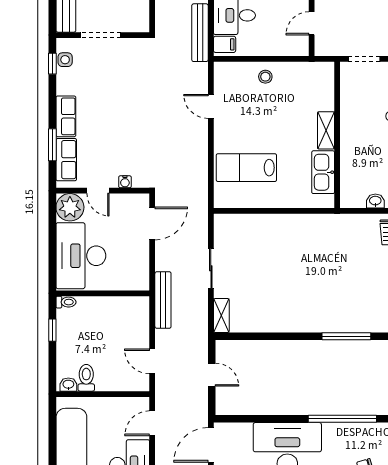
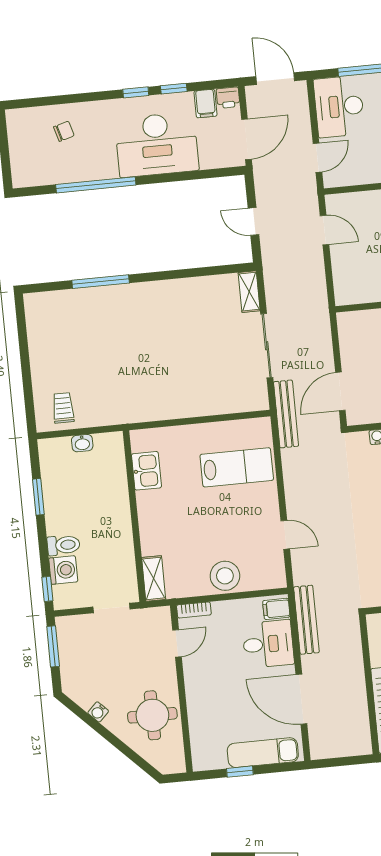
bookcase: (295, 50) -> (194, 610), added
stool: (265, 77) -> (225, 576), width x1.89, depth x1.89
shelving: (326, 130) -> (154, 578), moved
kitchen sink: (323, 172) -> (146, 471), width x0.73
sliding door: (211, 268) -> (267, 346), width x1.37
bench: (163, 300) -> (286, 414), moved

